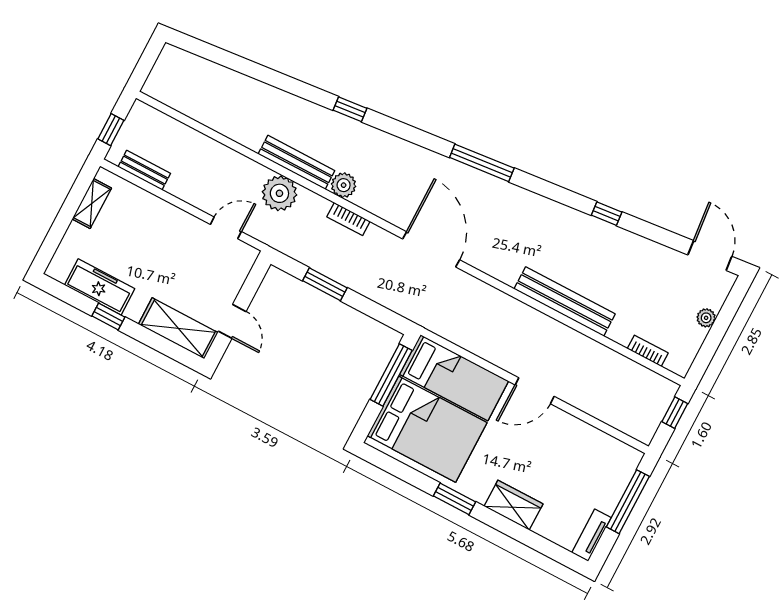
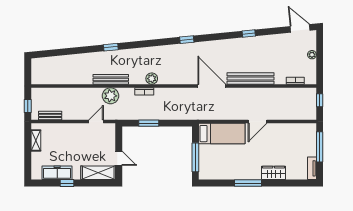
window: (350, 109) -> (111, 47), moved
window: (482, 163) -> (187, 40), width x0.46
plant: (344, 185) -> (152, 79), moved
door: (431, 249) -> (212, 86), moved
window: (391, 375) -> (195, 157), moved
bed: (427, 429) -> (222, 160), removed
window: (454, 499) -> (248, 183), width x1.44

